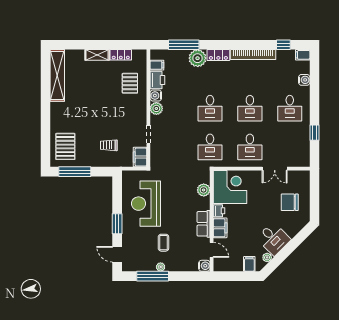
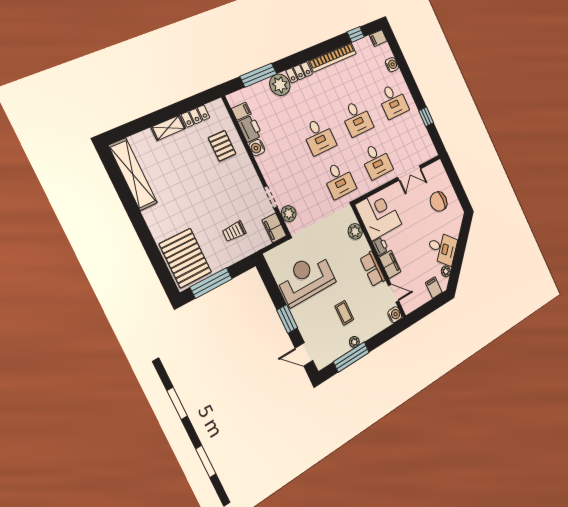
plant: (156, 108) -> (289, 214), moved
pallet: (65, 146) -> (185, 258), width x1.37, depth x1.41
reception desk: (146, 204) -> (306, 279), turned 90

